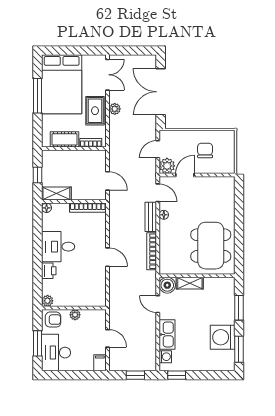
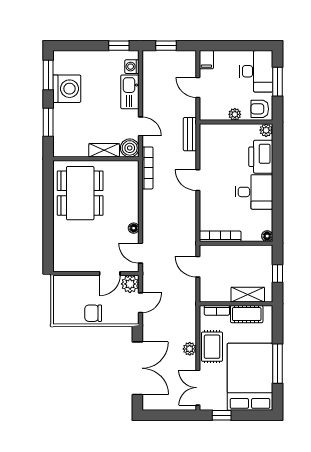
window: (87, 50) -> (222, 415), added
chair: (205, 150) -> (93, 313), moved, turned 90
shelving: (56, 194) -> (248, 295), moved
bench: (151, 217) -> (190, 134), moved
bookcase: (152, 251) -> (147, 168), moved
printer: (49, 271) -> (261, 157), width x1.87, depth x1.48

